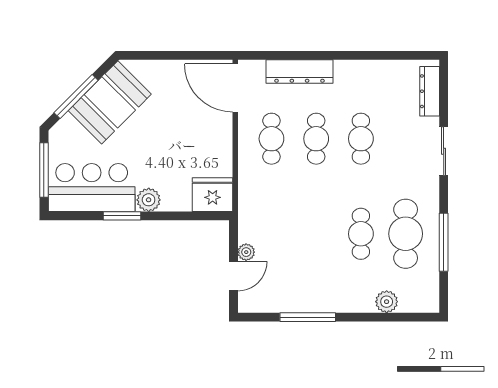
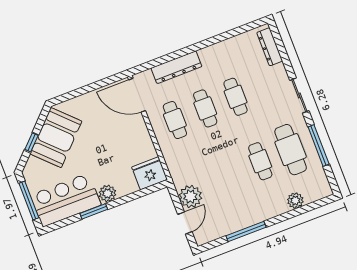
window: (76, 96) -> (32, 142), width x0.46
sliding door: (444, 151) -> (299, 95), moved
plant: (246, 252) -> (190, 197), width x1.87, depth x1.87

